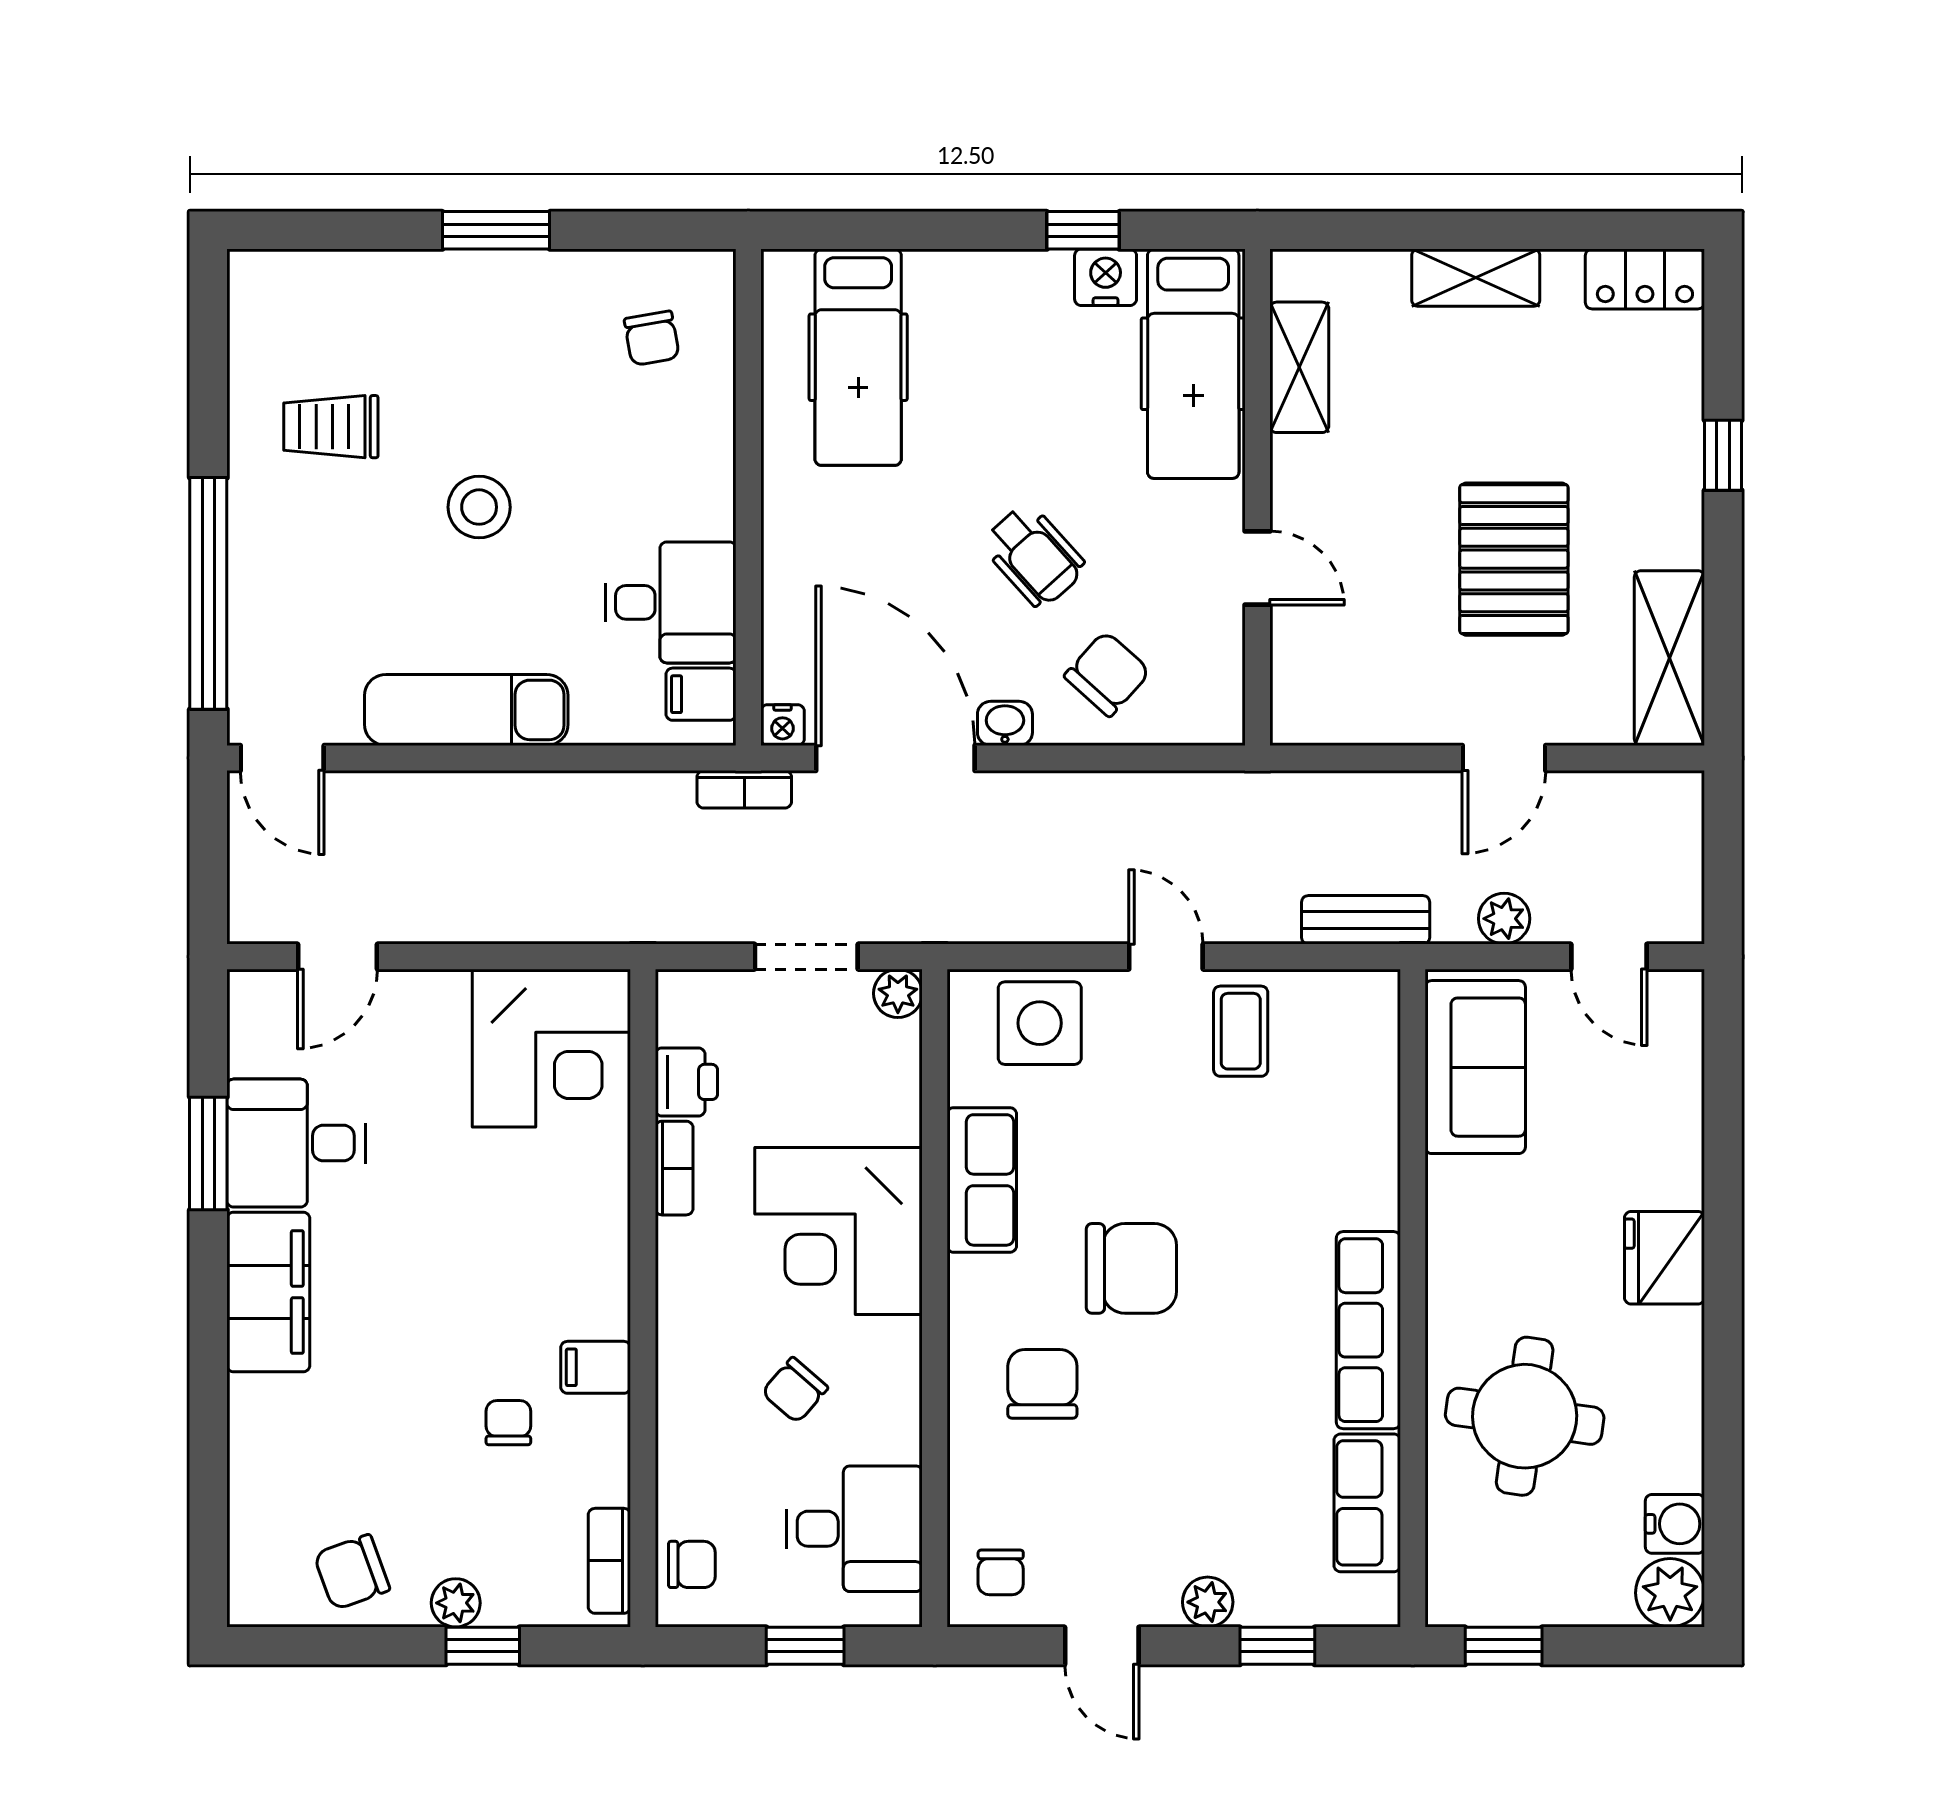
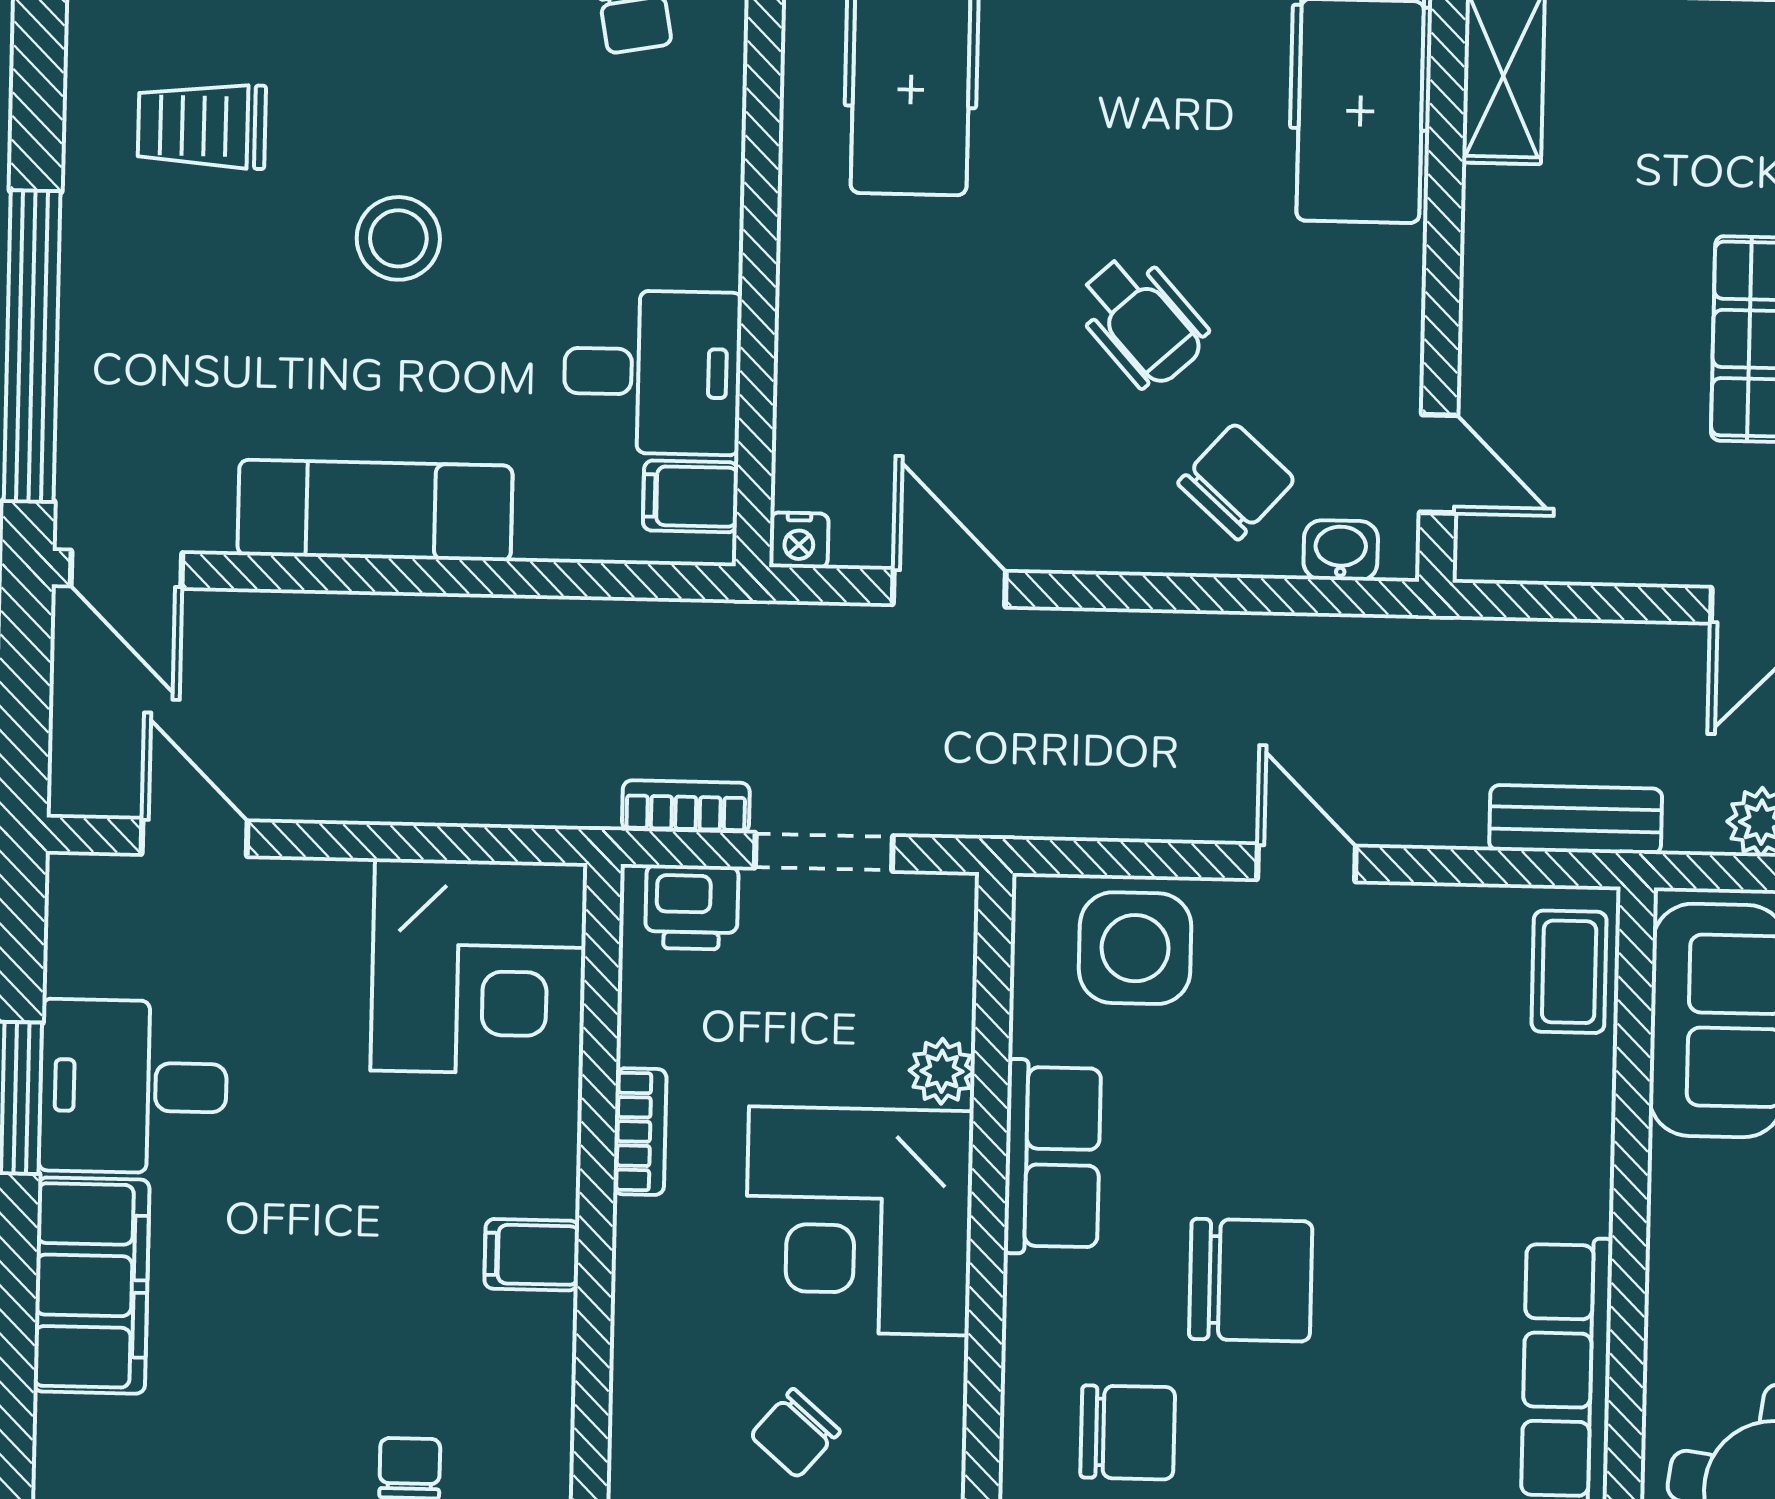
door: (1257, 568) -> (1438, 464), moved
washbasin: (1005, 723) -> (1341, 550), moved
door: (895, 758) -> (949, 588), width x0.53
bookcase: (744, 789) -> (686, 807), moved, turned 180
door: (338, 957) -> (195, 838), swing flipped
plant: (898, 993) -> (942, 1071), moved
coffee table: (1241, 1031) -> (1569, 972), moved
printer: (686, 1082) -> (692, 907), moved, turned 90
filing cabinet: (596, 1367) -> (532, 1255), moved
chair: (1042, 1384) -> (1128, 1432), turned 90

